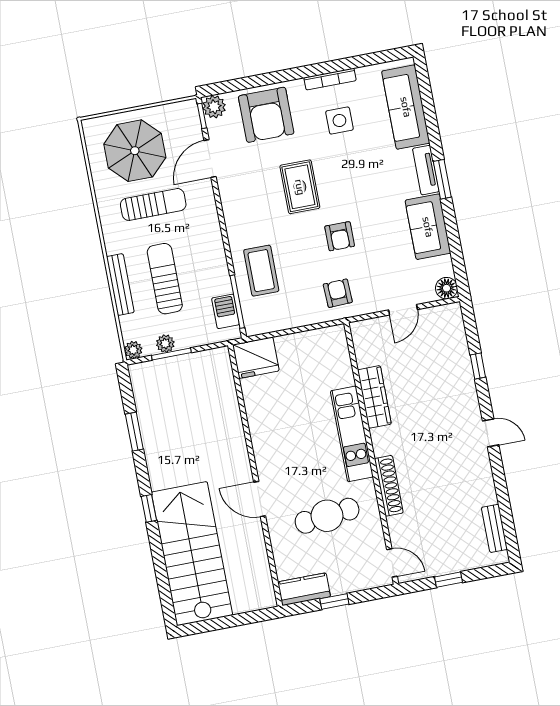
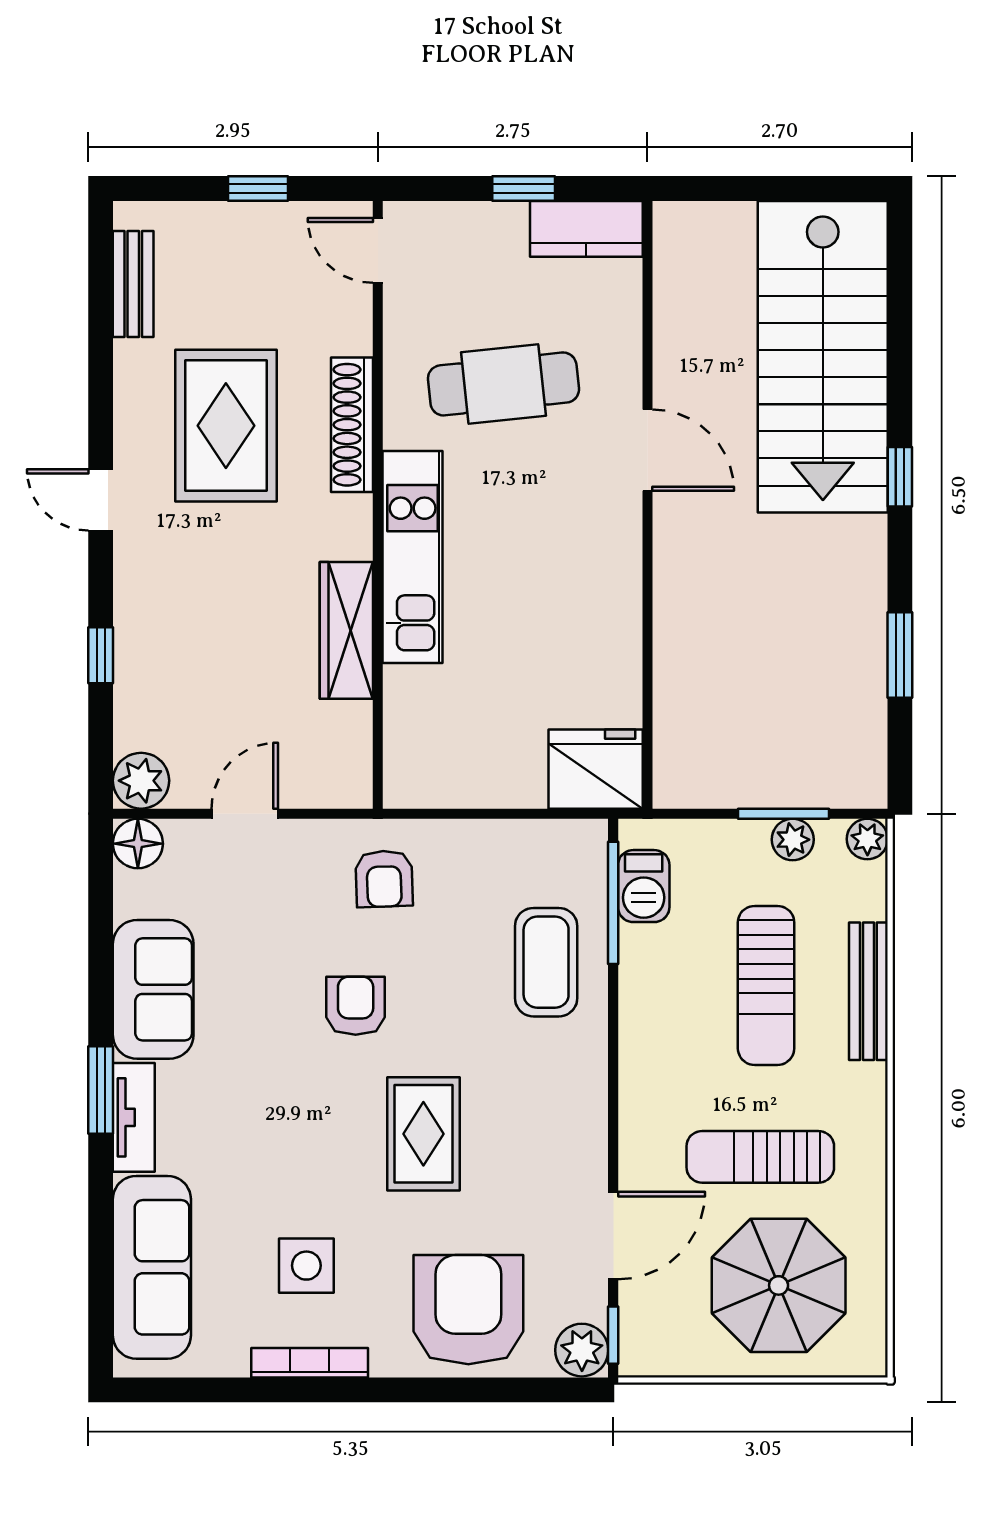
plant: (450, 315) -> (141, 781), added
rug: (443, 475) -> (226, 426), added

